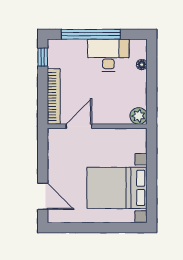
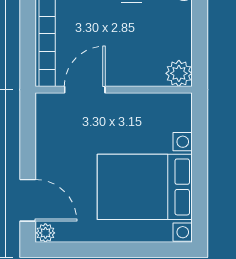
plant: (54, 217) -> (45, 233), added

